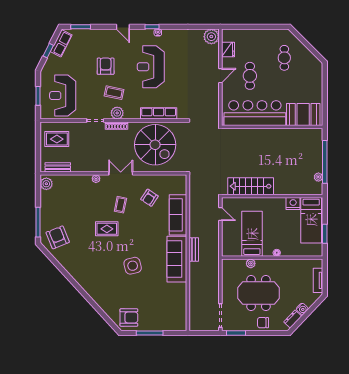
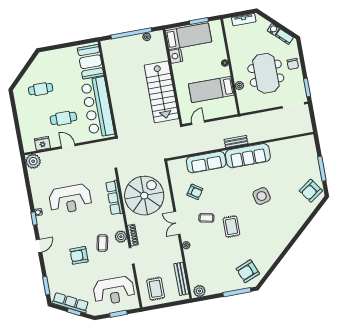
row of seats: (61, 43) -> (70, 303), width x1.48
reception desk: (151, 67) -> (70, 199), moved
bench: (58, 167) -> (181, 279), width x1.36
stairs: (251, 186) -> (161, 92), width x1.36, depth x1.51
armchair: (129, 317) -> (311, 191), turned -125

